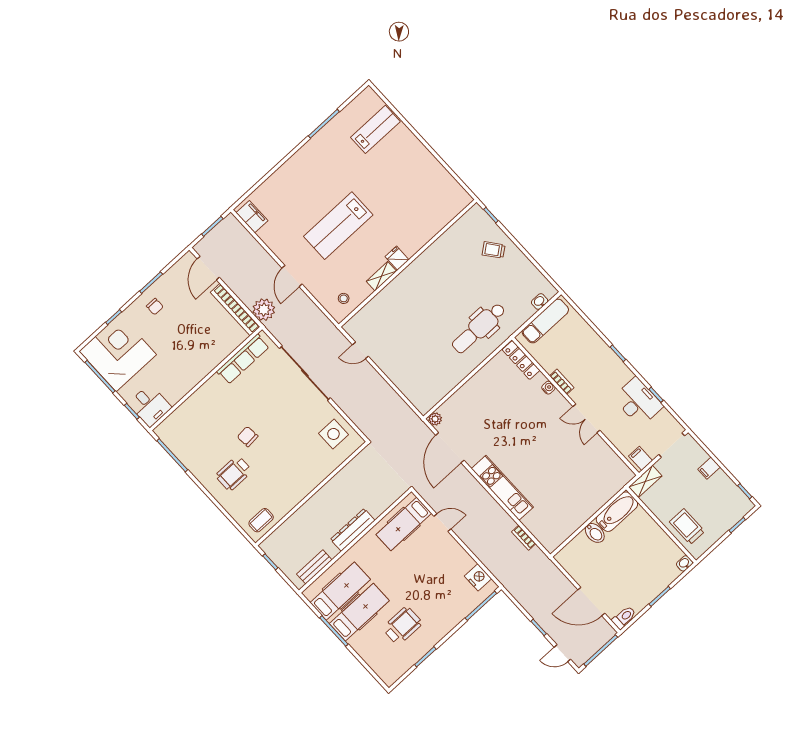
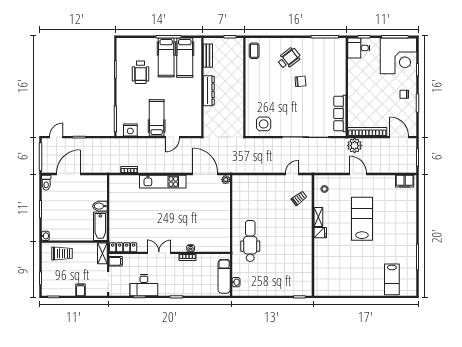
trolley: (494, 250) -> (299, 198), moved
locker: (521, 360) -> (123, 247), moved
wheelchair: (234, 473) -> (289, 58), turned 52
hospital bed: (404, 524) -> (157, 118), moved

